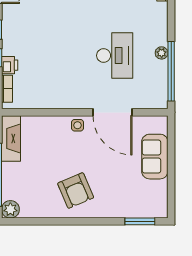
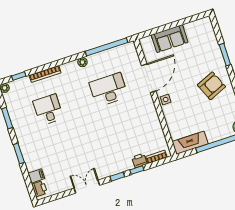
plant: (162, 53) -> (82, 62), moved
window: (140, 221) -> (225, 55), moved

